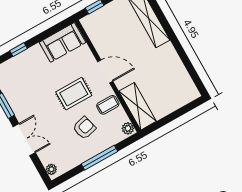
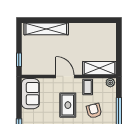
door: (105, 71) -> (65, 76), hinge flipped

